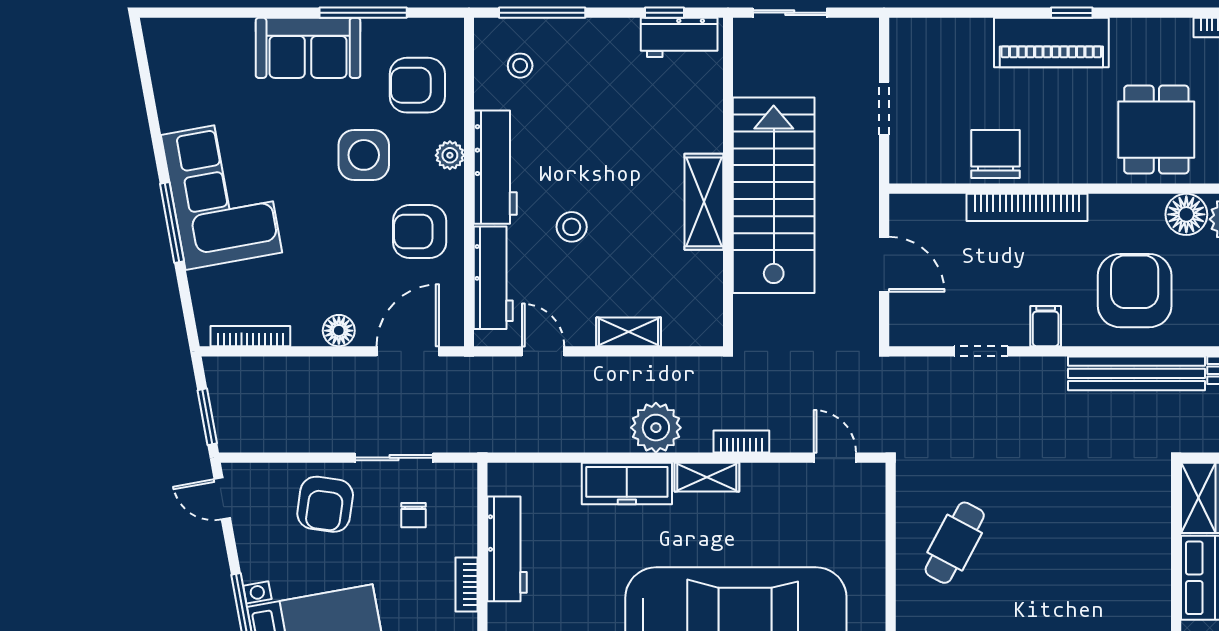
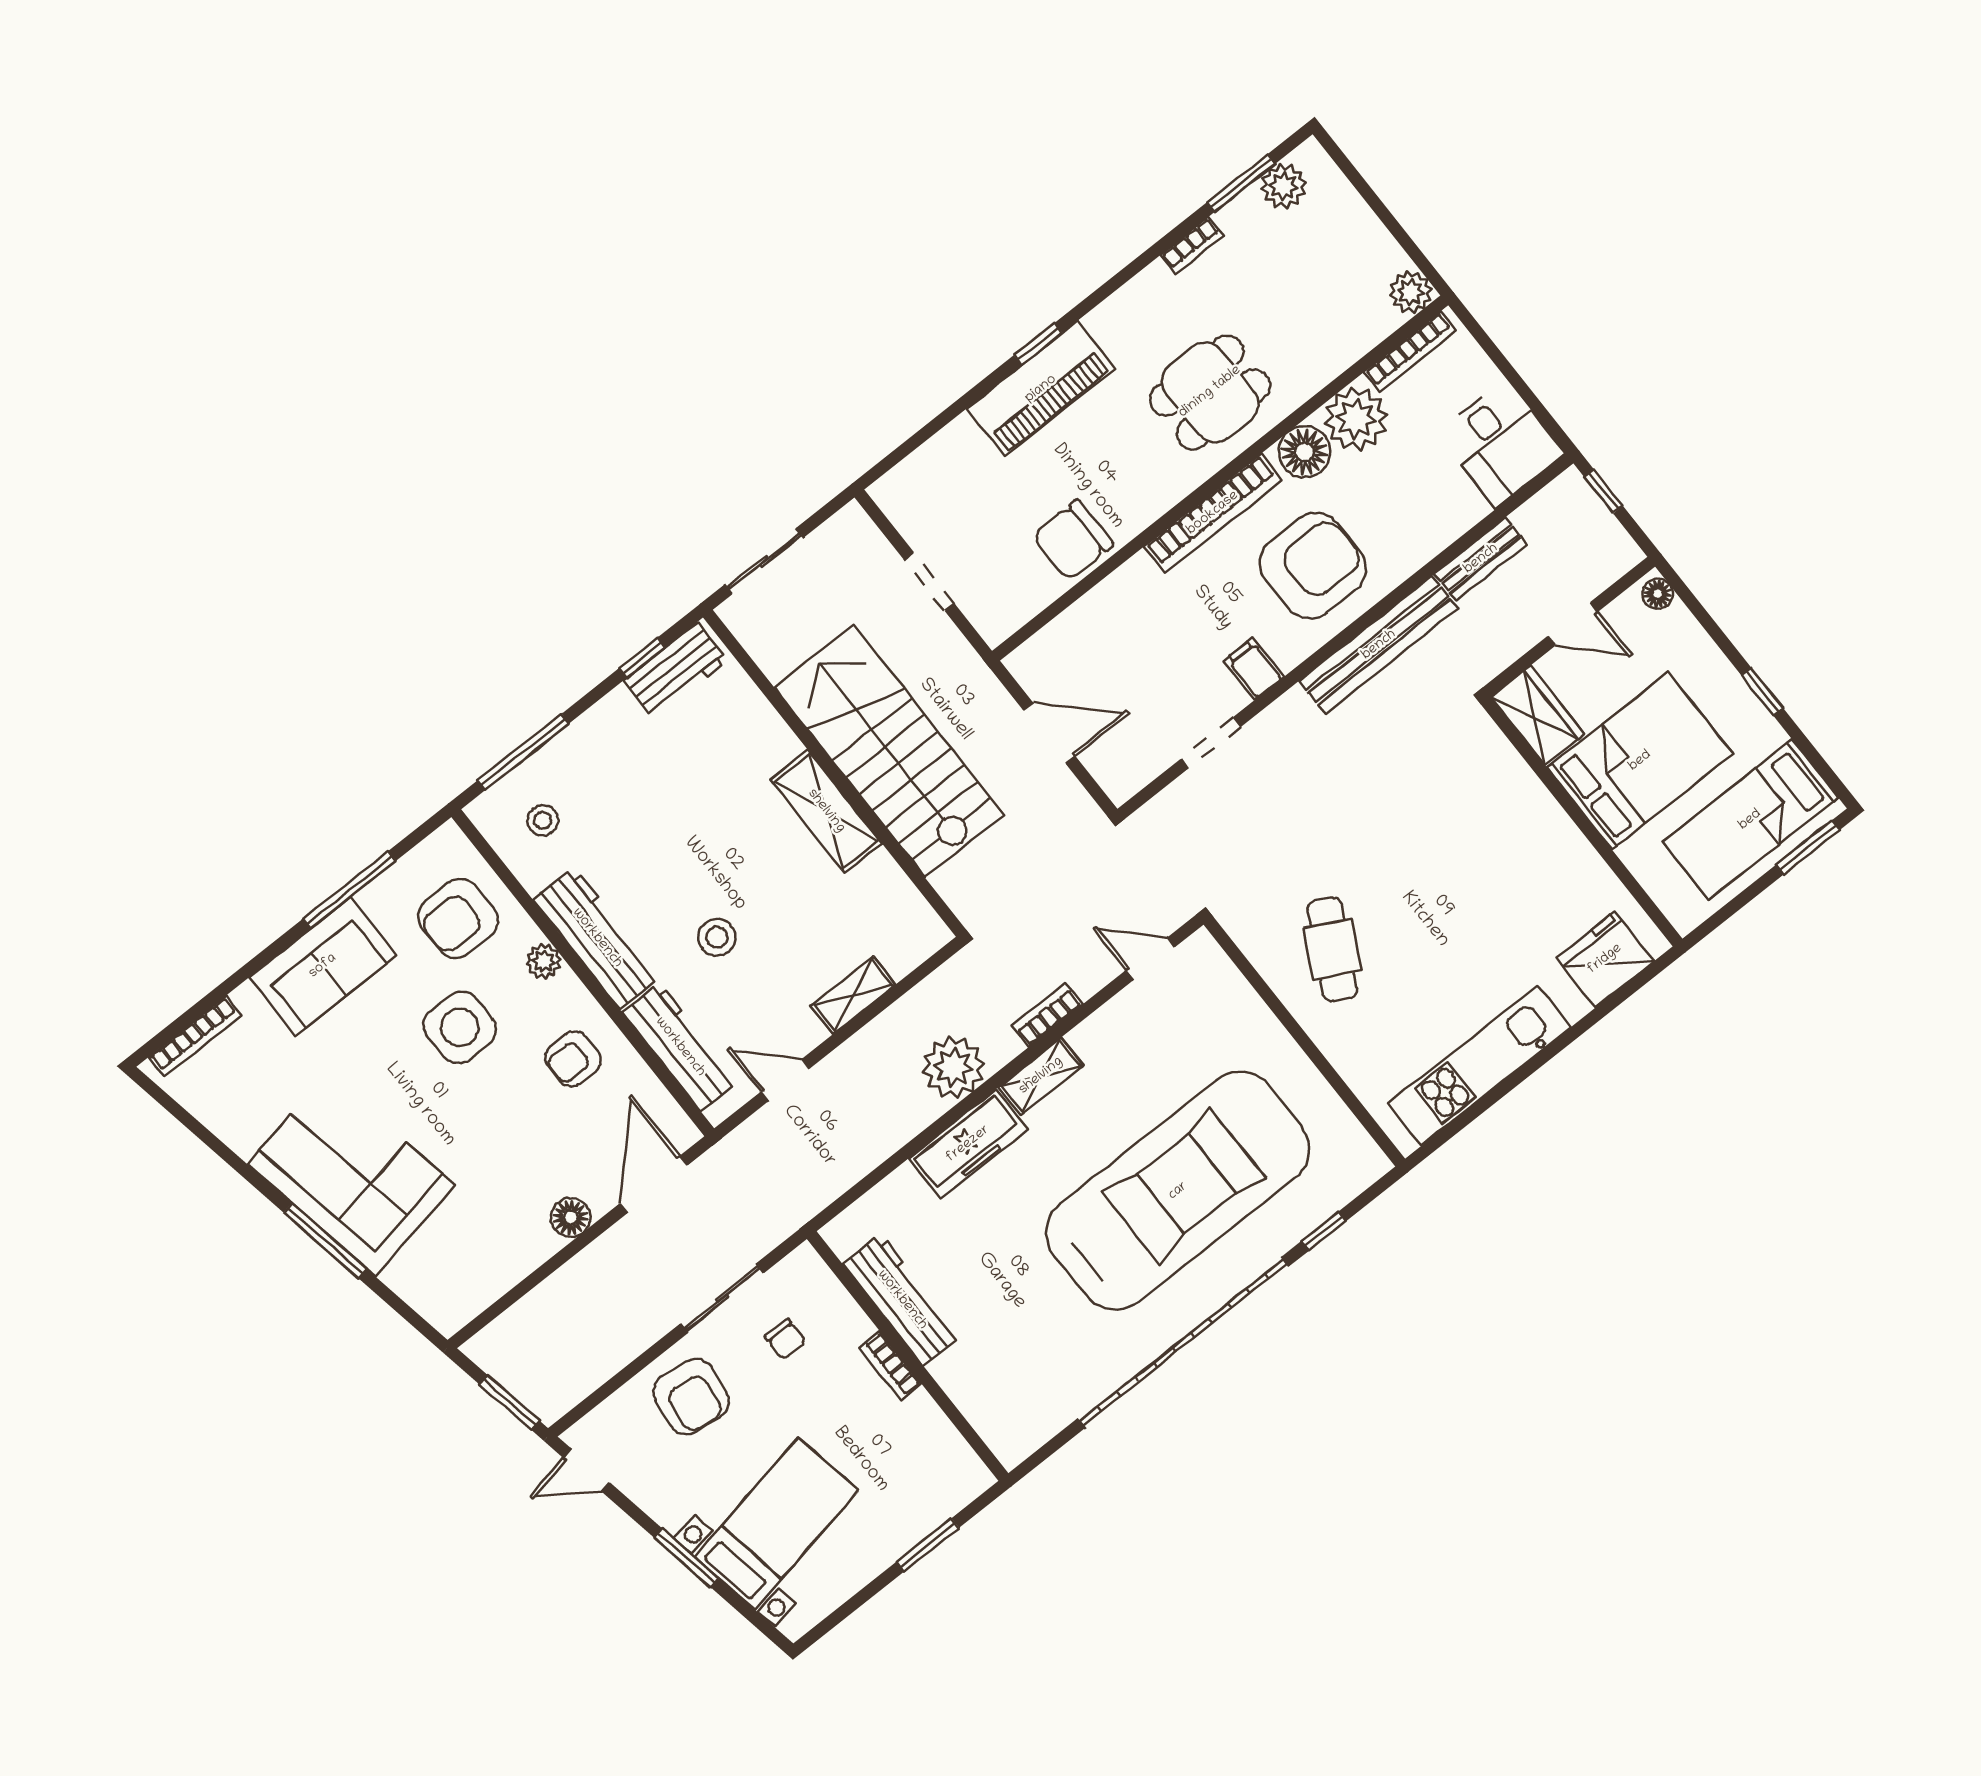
dining table: (1156, 130) -> (1210, 392), turned 90
chair: (996, 154) -> (1073, 540), turned -90
bookcase: (1027, 207) -> (1213, 513), moved
armchair: (420, 231) -> (573, 1059), width x0.72, depth x0.72
armchair: (1135, 291) -> (1313, 566), turned 90
bookcase: (250, 336) -> (195, 1036), moved, turned 180

